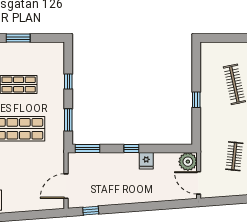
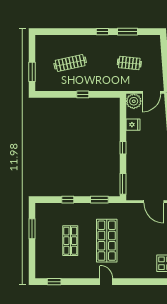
window: (18, 38) -> (32, 229), moved
window: (224, 38) -> (32, 72), added
fridge: (146, 161) -> (133, 125), moved

